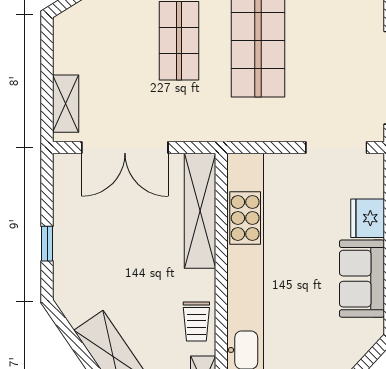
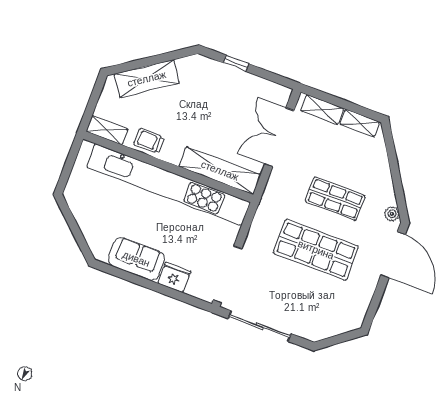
shelving: (65, 46) -> (360, 123), added
doorway: (336, 148) -> (228, 274), width x1.36

